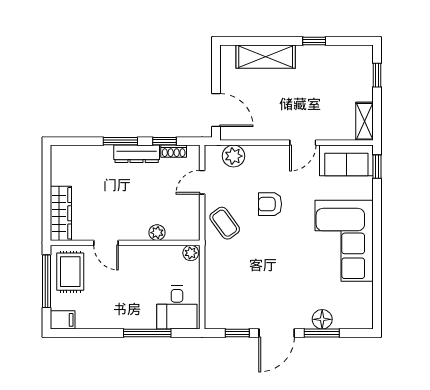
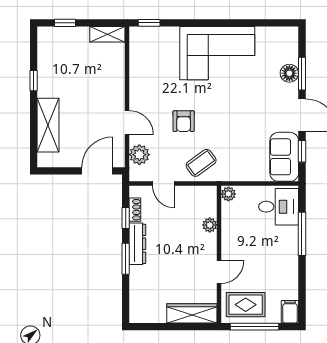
door: (303, 143) -> (127, 123), moved
sofa: (346, 160) -> (284, 157), moved, turned 180

